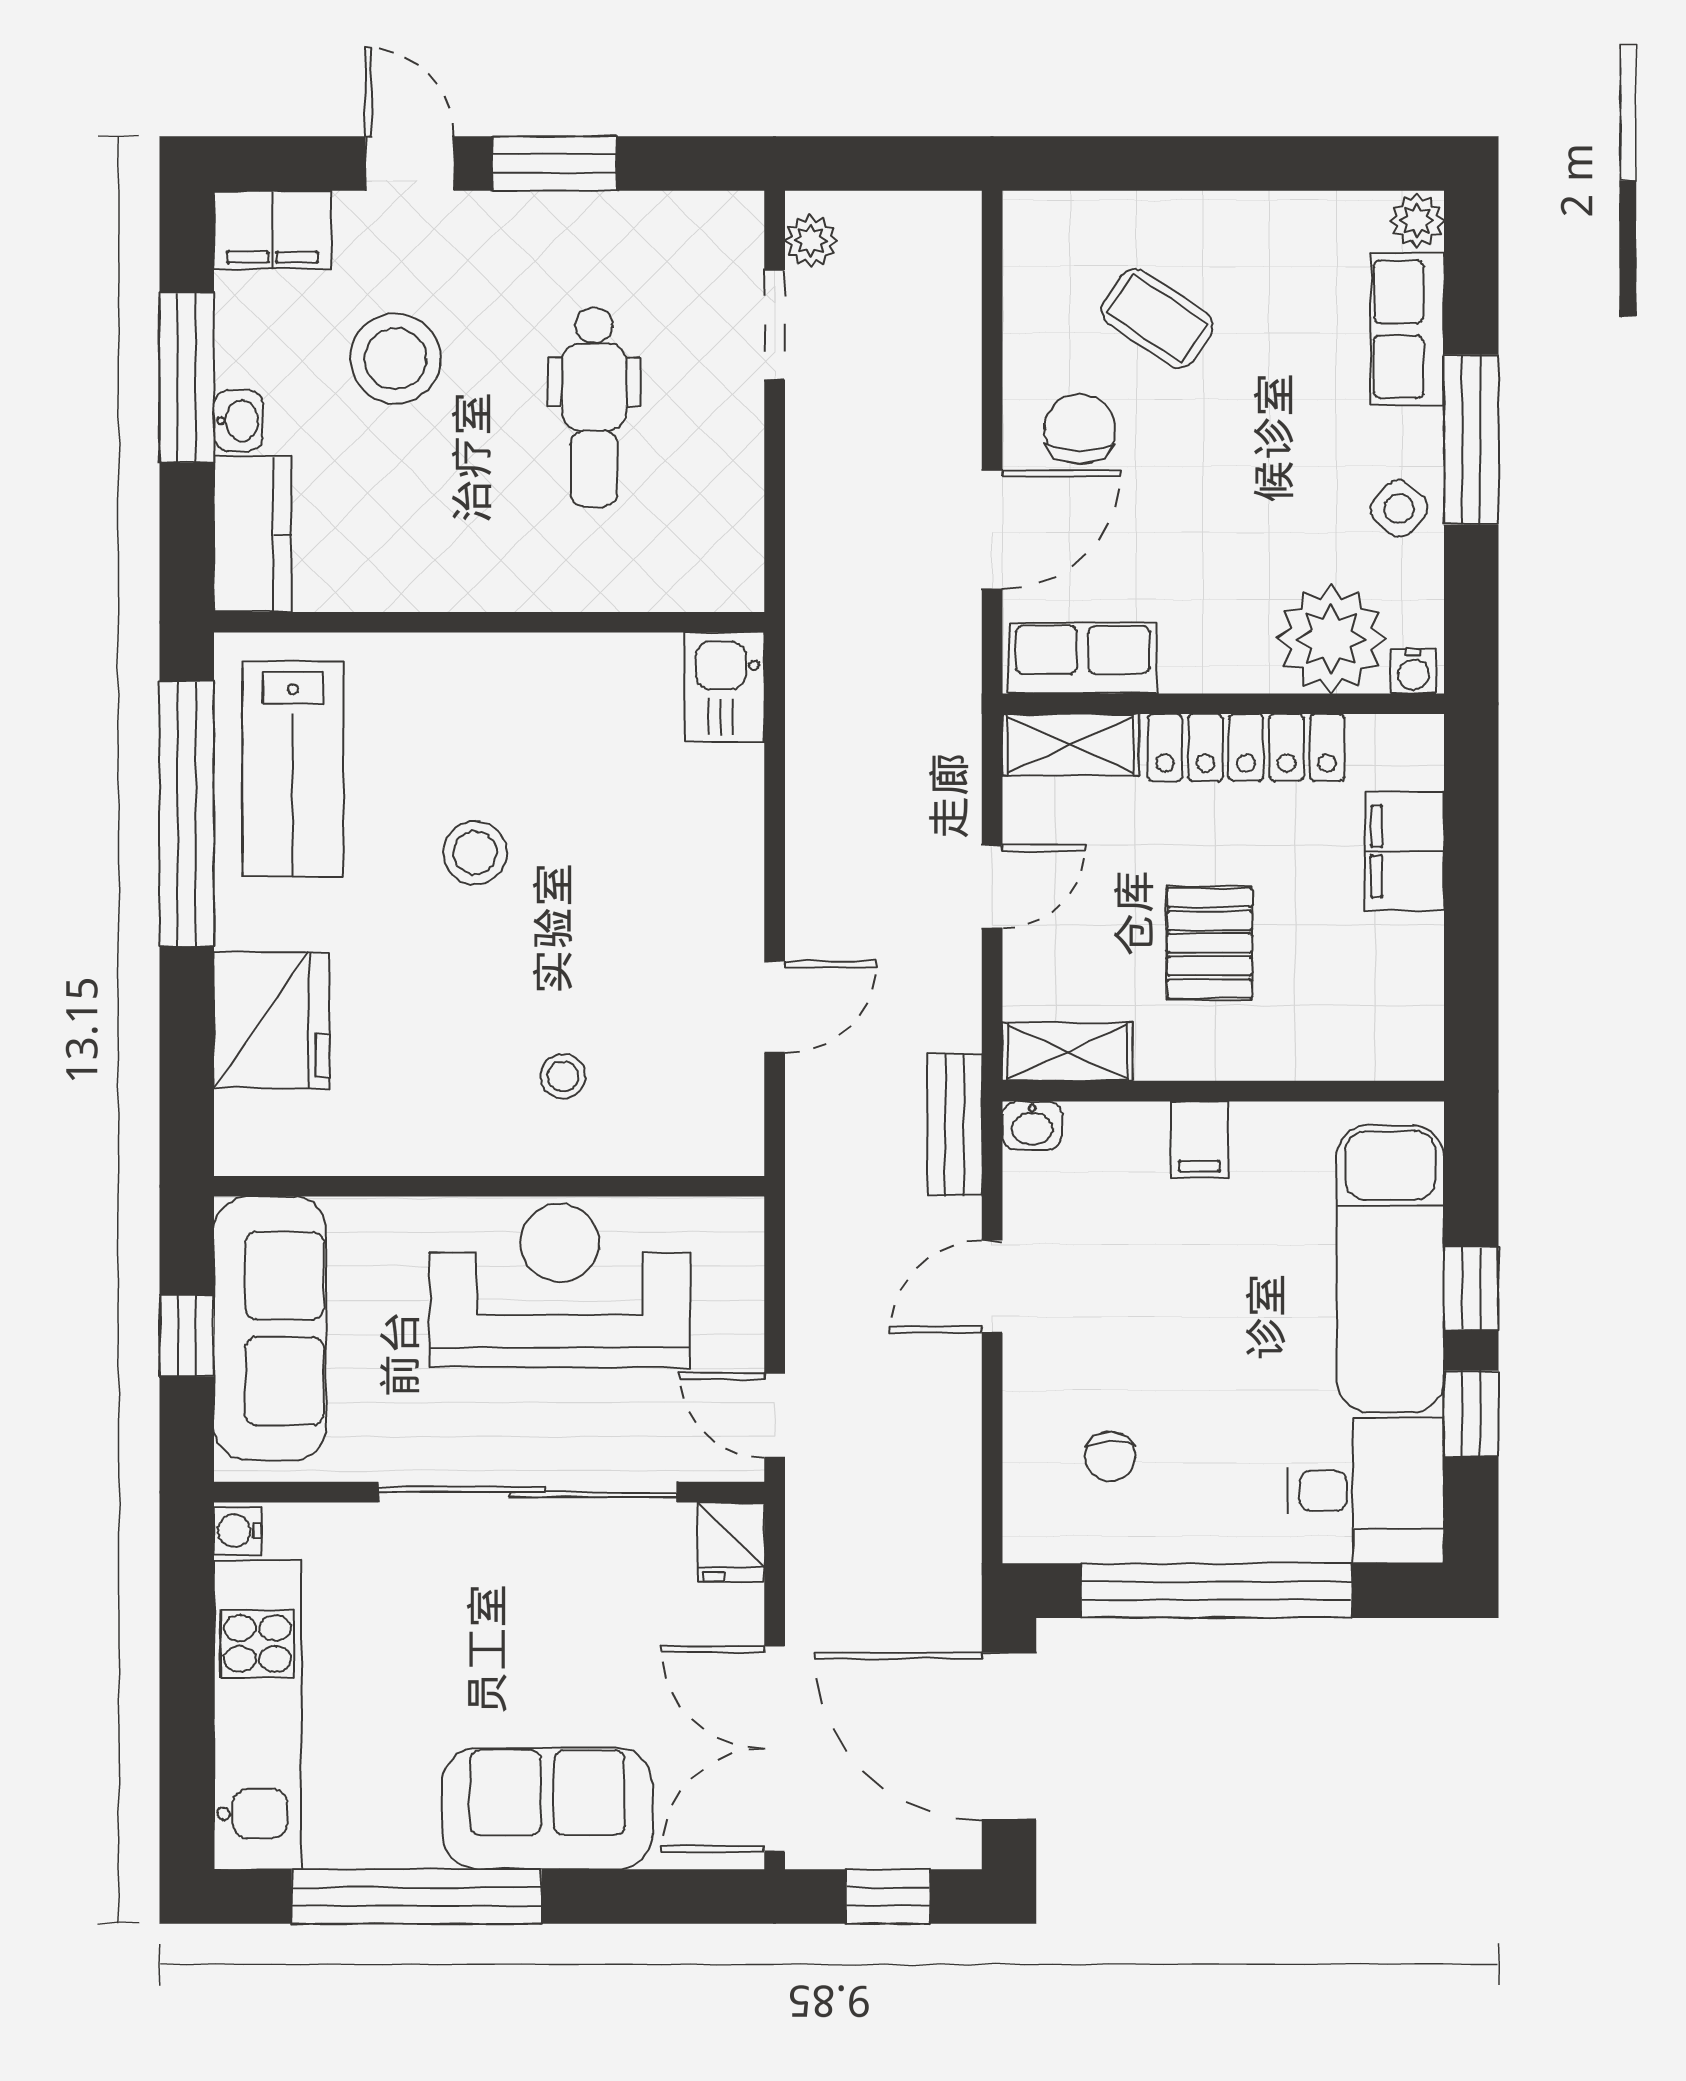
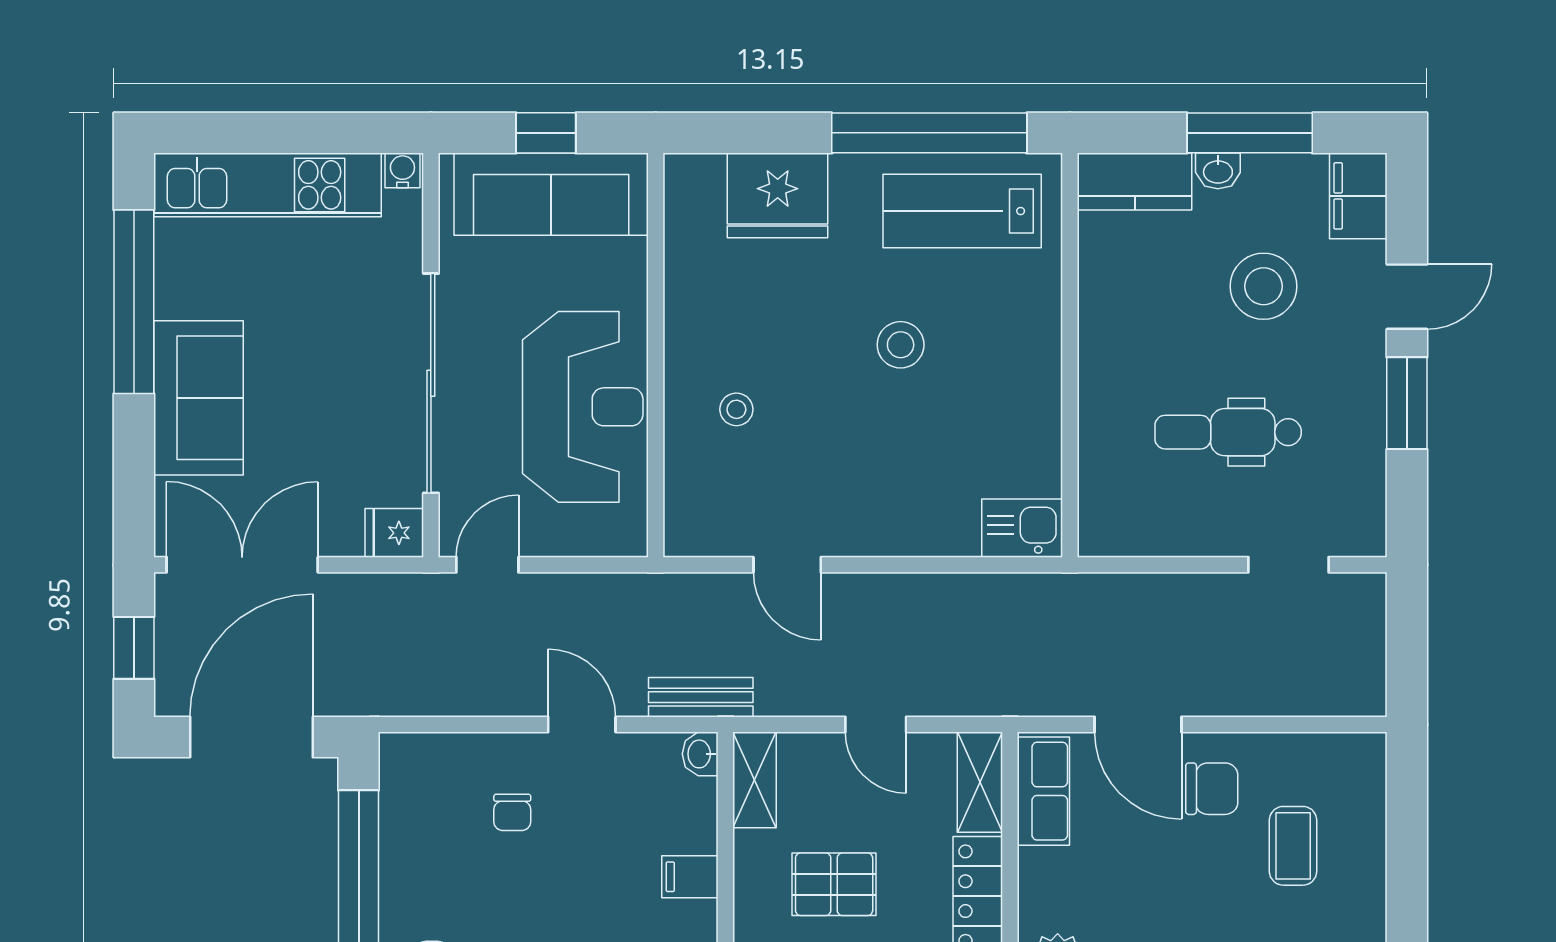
plant: (811, 241) -> (1350, 591), removed
coffee table: (1157, 318) -> (1293, 846), turned -34
chair: (1110, 1456) -> (512, 812), moved, turned -90

